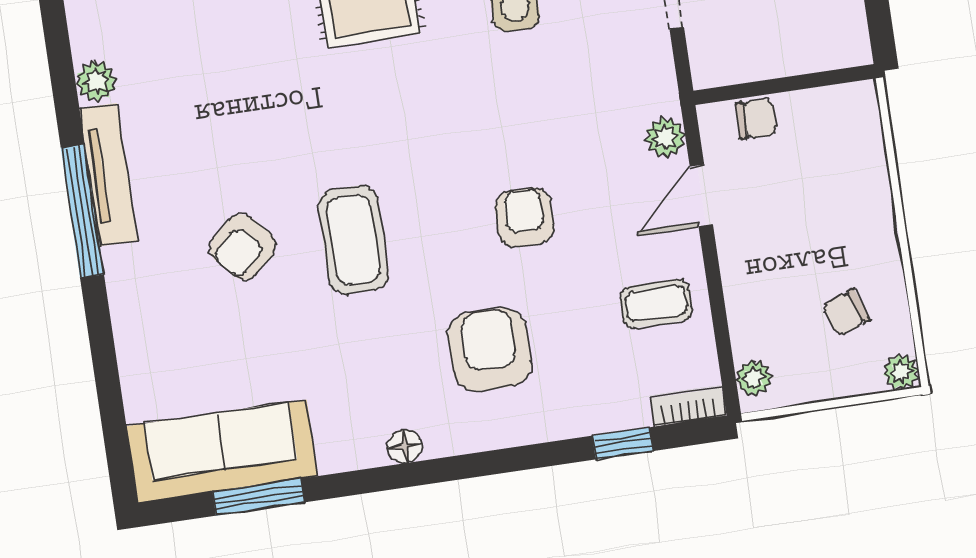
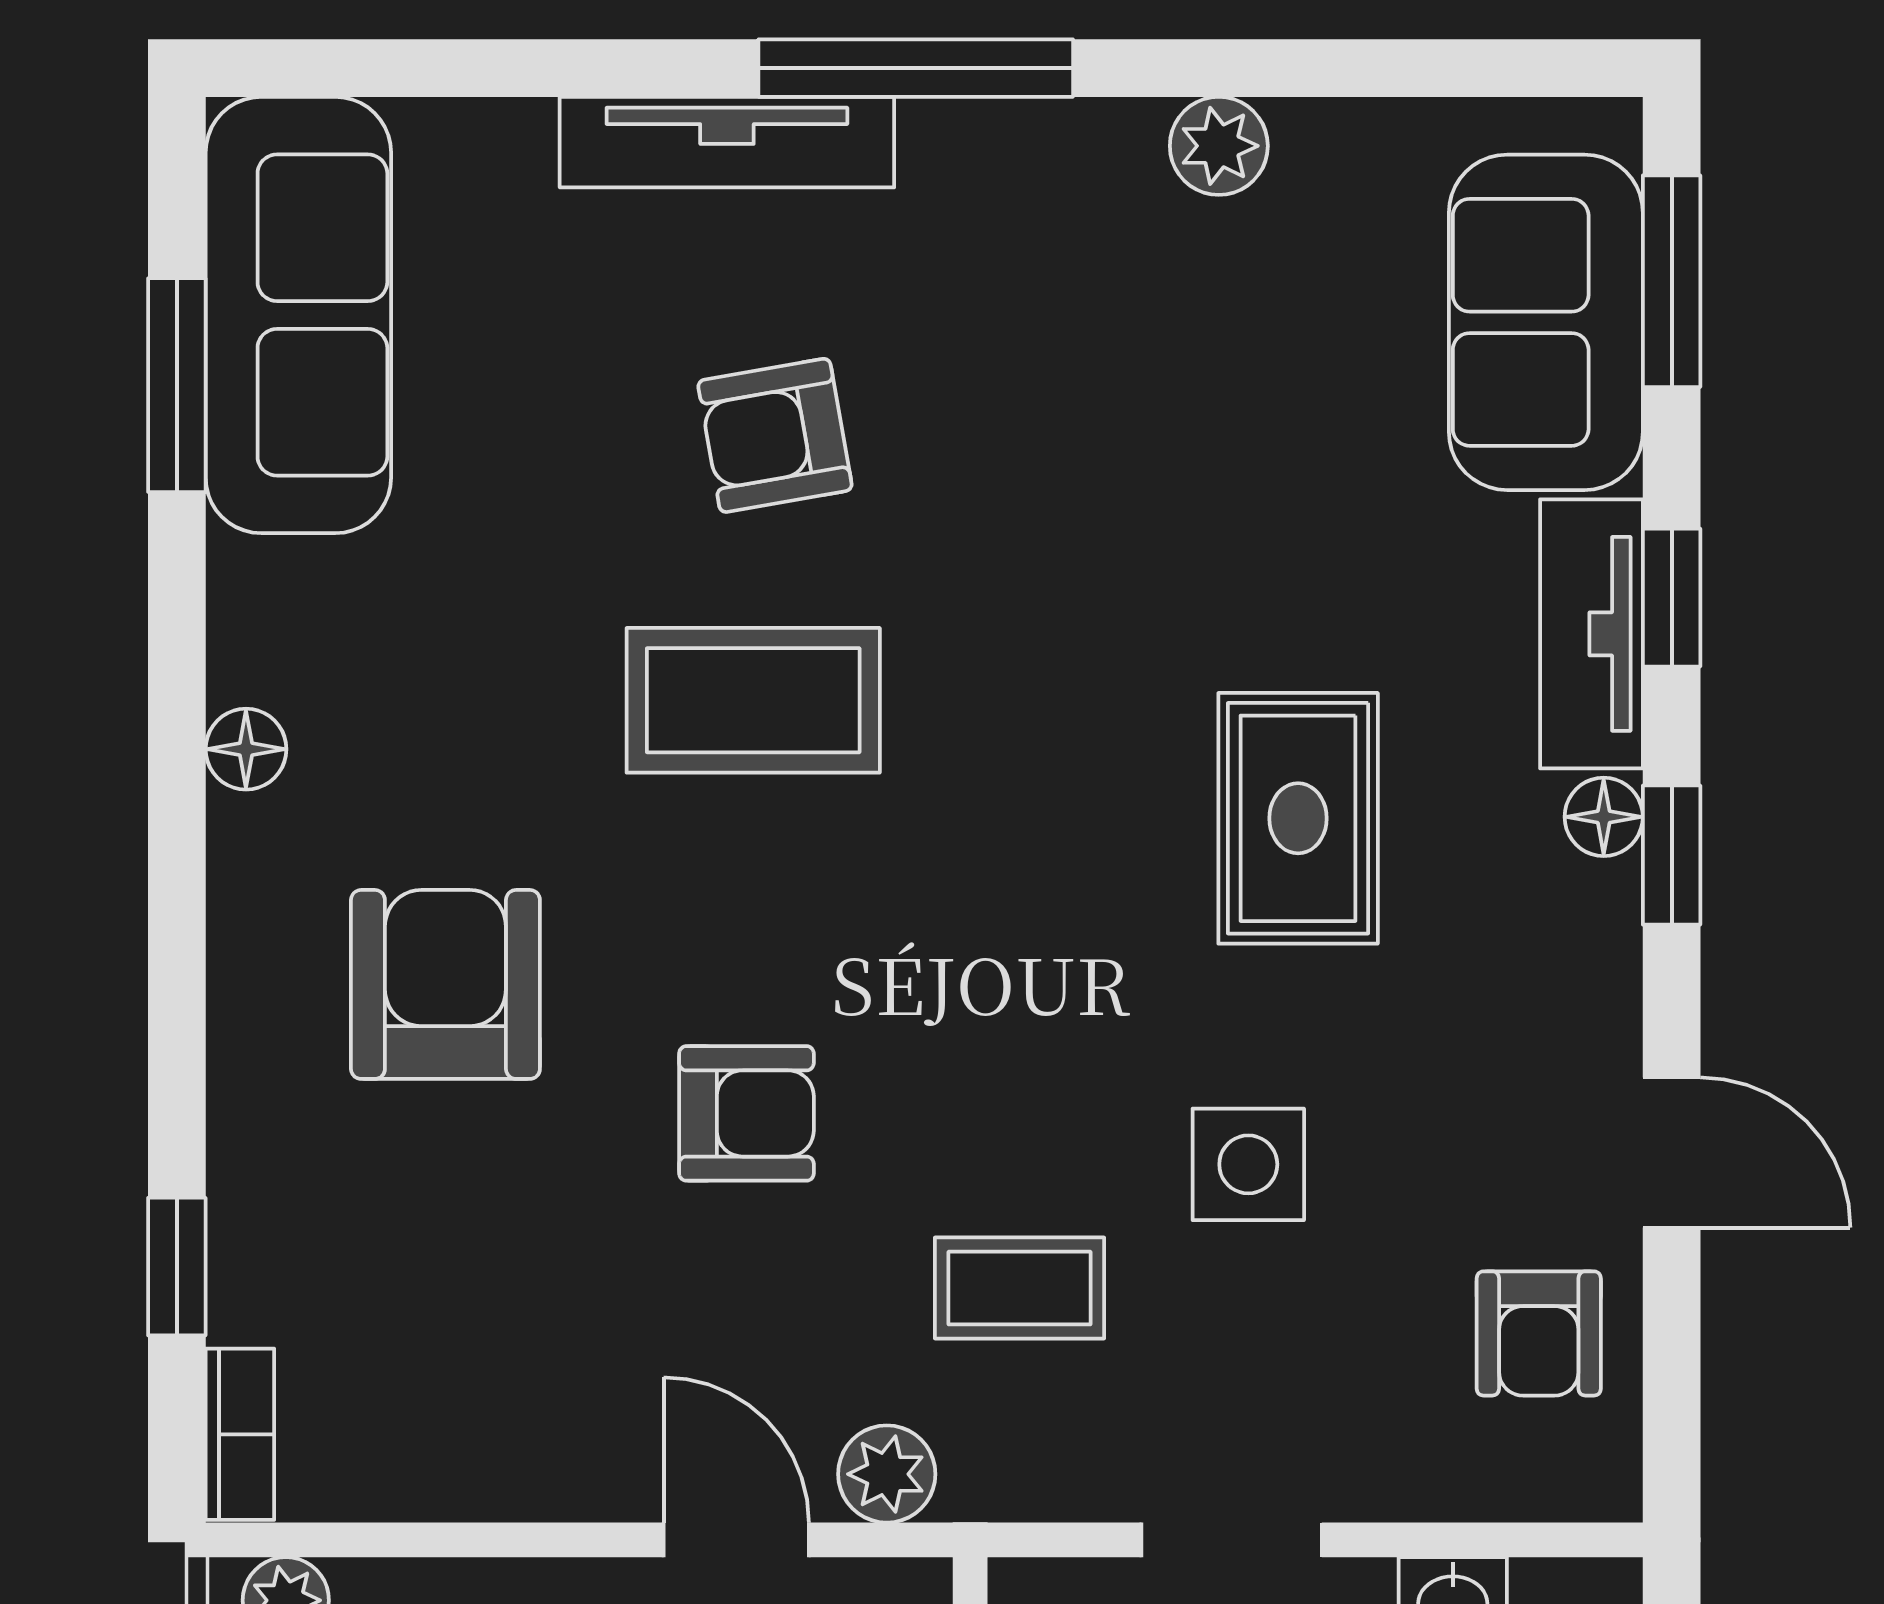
tv unit: (108, 175) -> (727, 142), moved
armchair: (243, 247) -> (775, 435), turned -58
coffee table: (656, 303) -> (1020, 1288), moved, turned 90
armchair: (490, 350) -> (445, 984), turned -90

